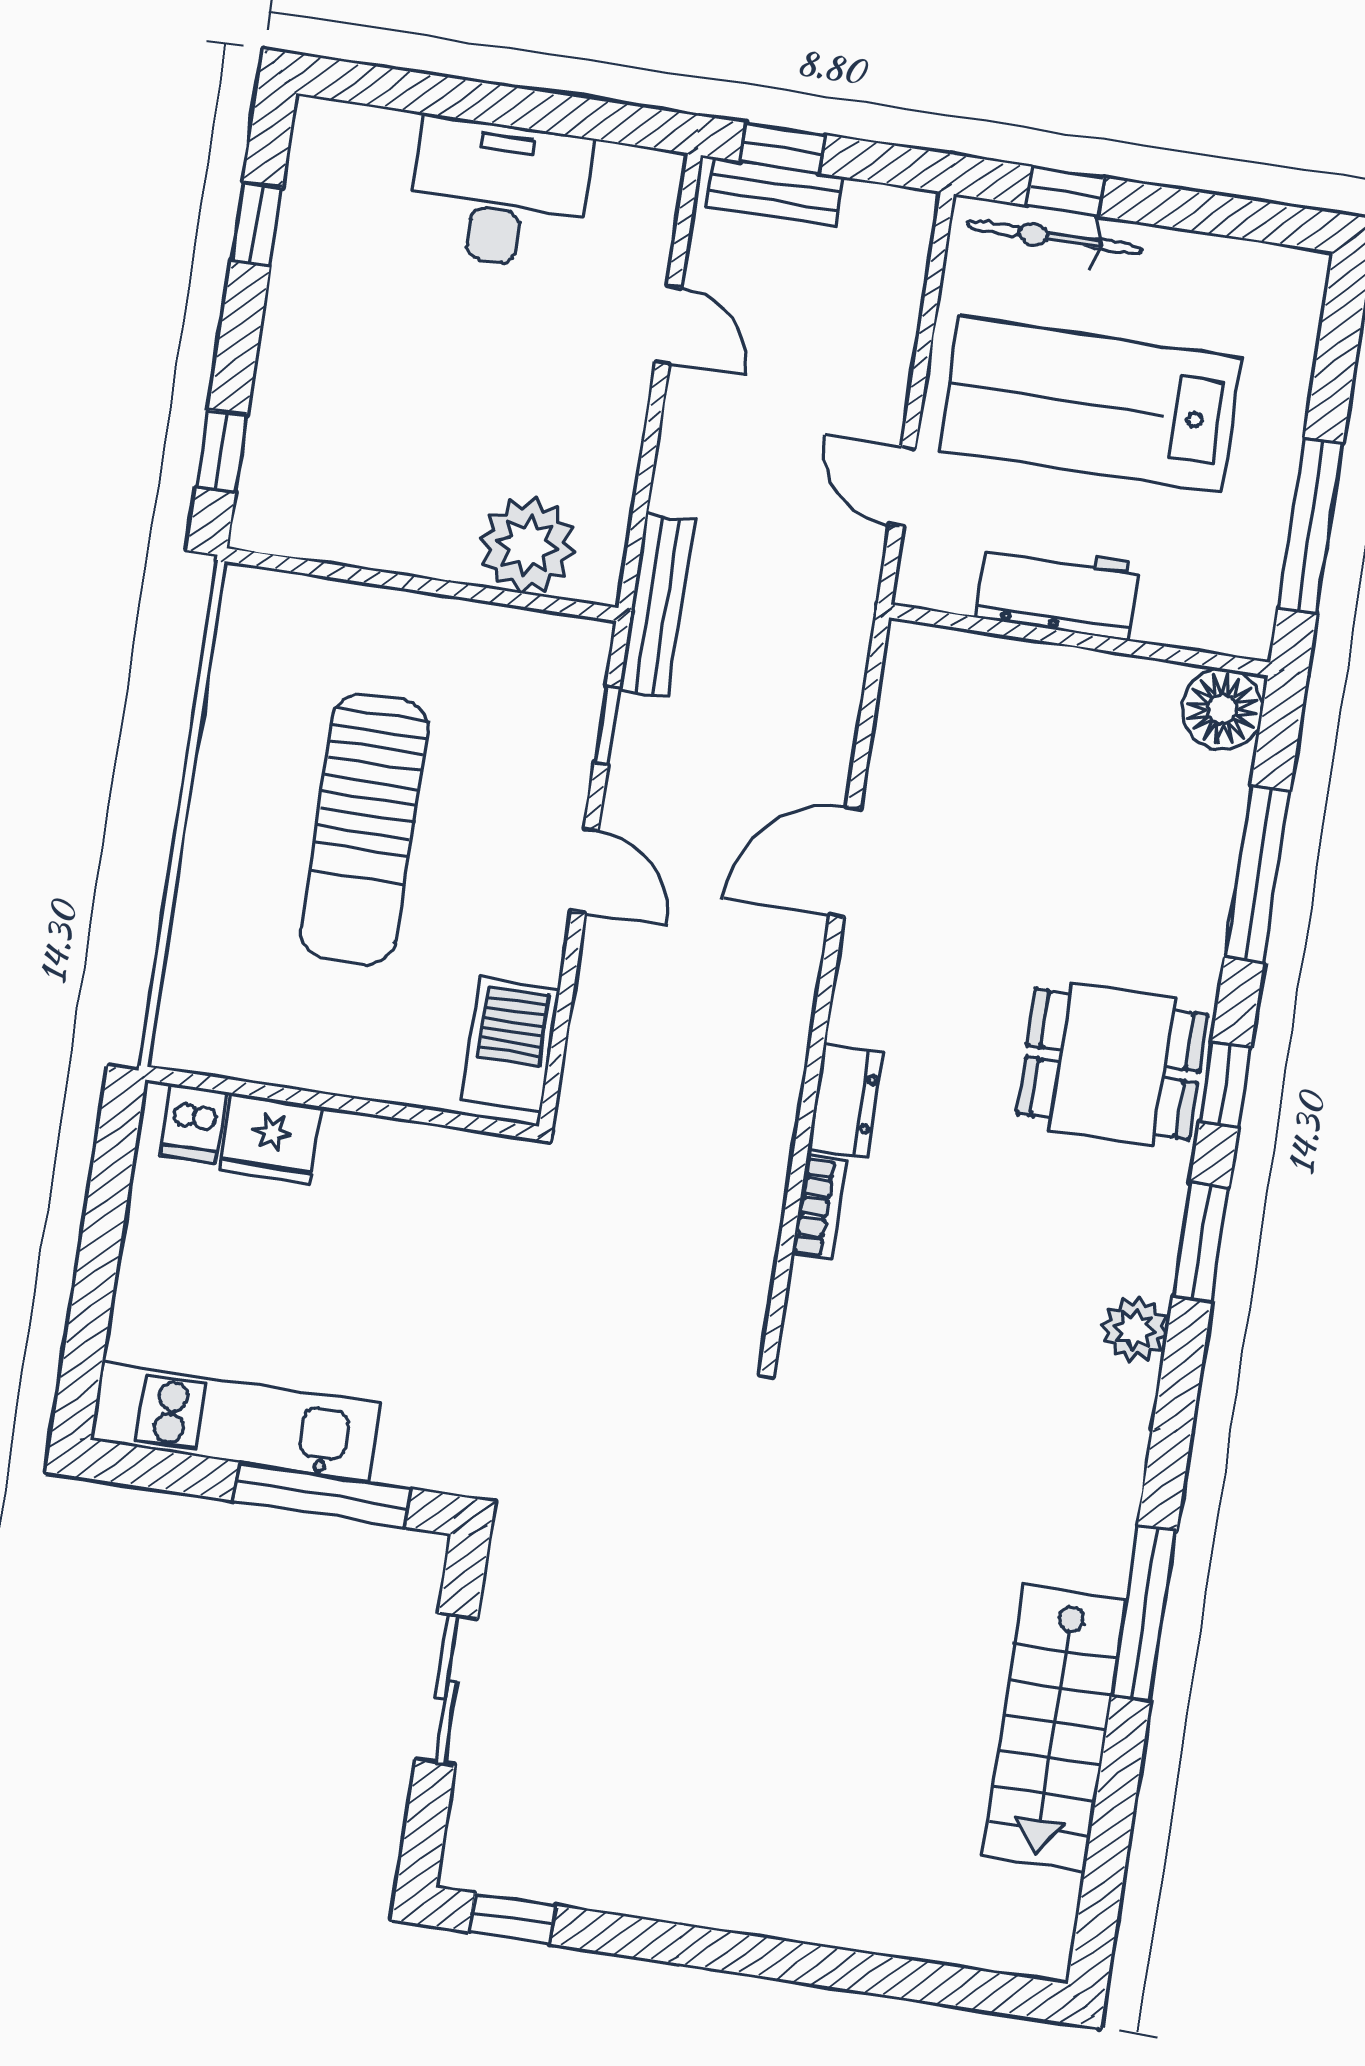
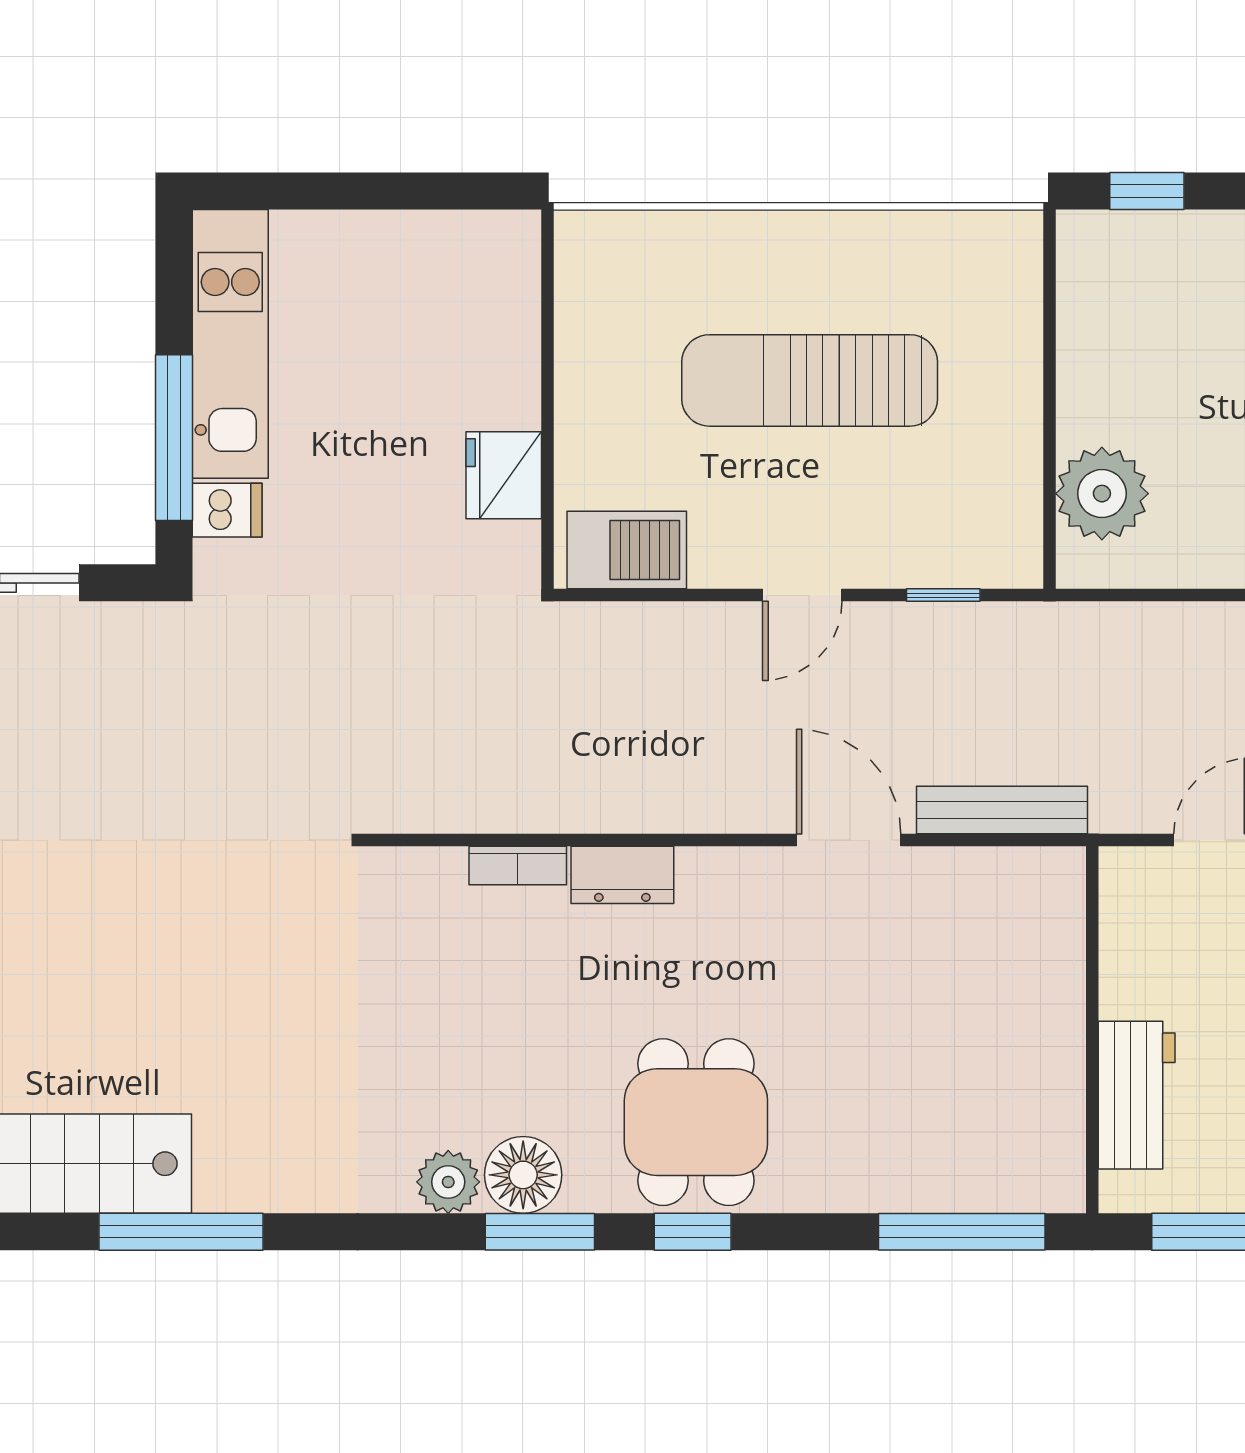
workbench: (1058, 590) -> (1137, 1095), moved
bench: (657, 606) -> (1002, 810), moved
floor lamp: (1222, 709) -> (523, 1175), moved
window: (1257, 874) -> (962, 1232), moved
dishwasher: (193, 1124) -> (227, 510), moved, turned 180
fridge: (271, 1138) -> (504, 475), moved

